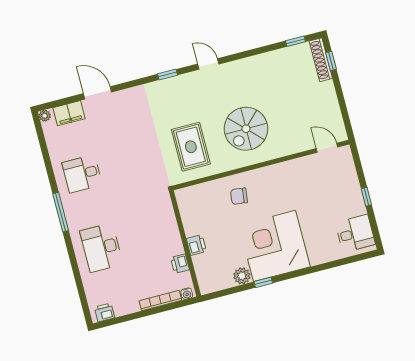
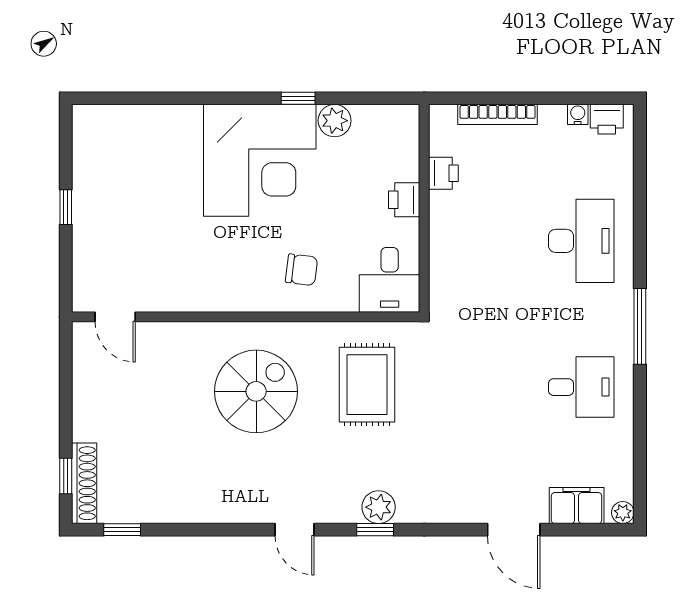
plant: (169, 86) -> (379, 507), added
desk: (355, 233) -> (390, 280), moved, turned -90
water cooler: (187, 294) -> (578, 114), moved

